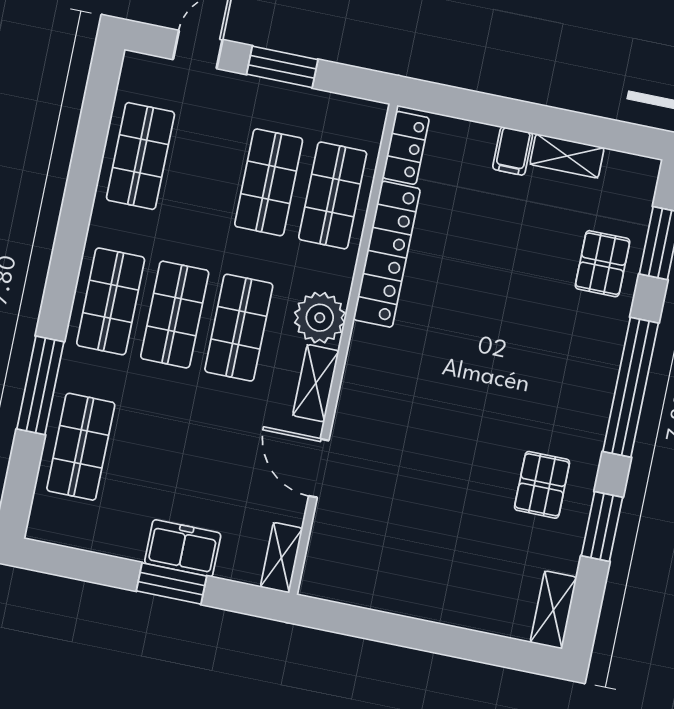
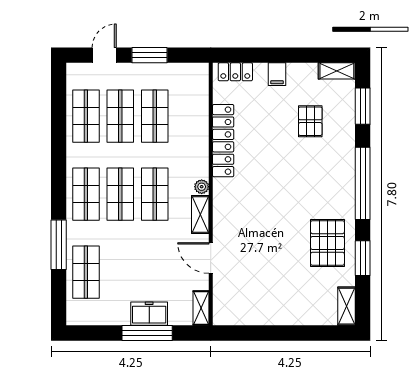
locker: (406, 148) -> (235, 72), moved, turned 90
shelving: (567, 156) -> (337, 71), moved
shop shelf: (333, 195) -> (120, 116), moved
pallet: (602, 264) -> (310, 121), moved
plant: (320, 318) -> (202, 187), width x0.53, depth x0.53
pallet: (542, 485) -> (327, 243), width x1.50, depth x1.42
window: (171, 584) -> (147, 333), width x1.44

